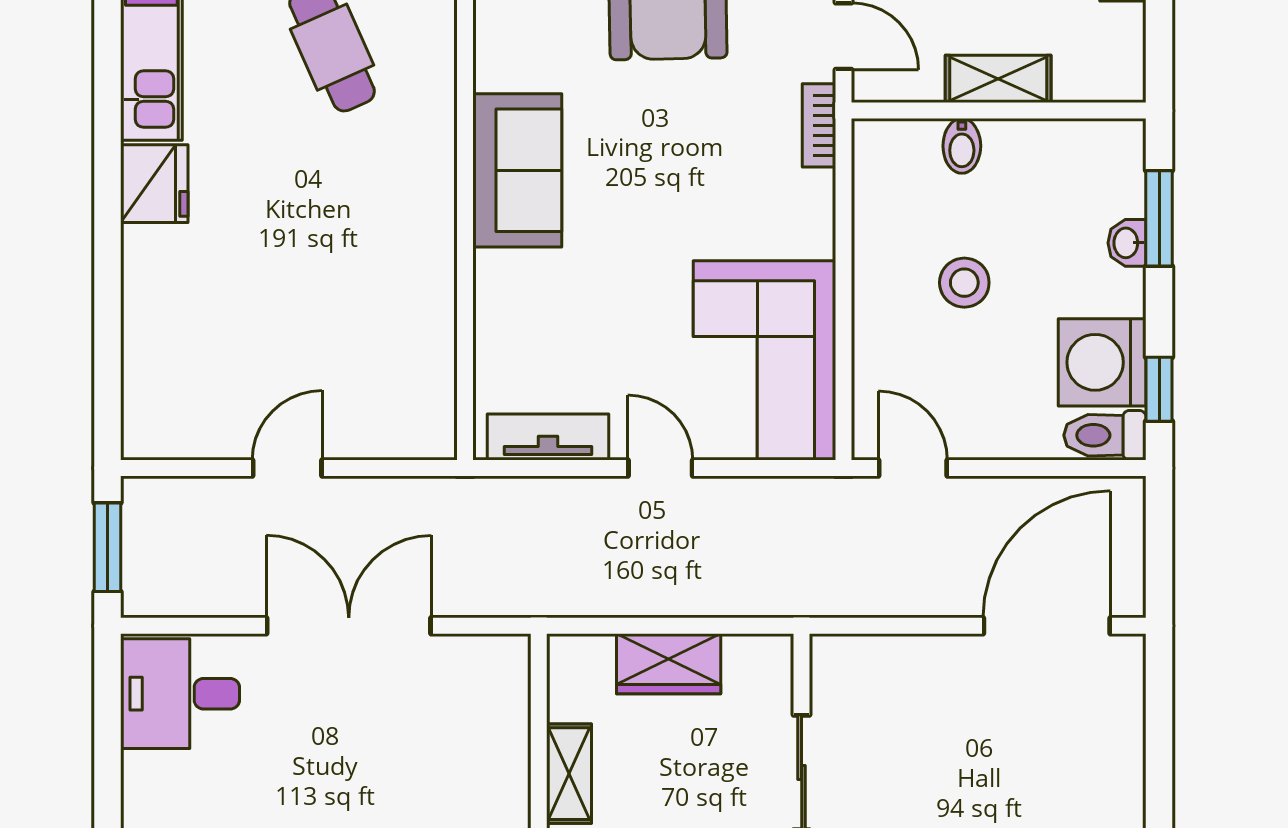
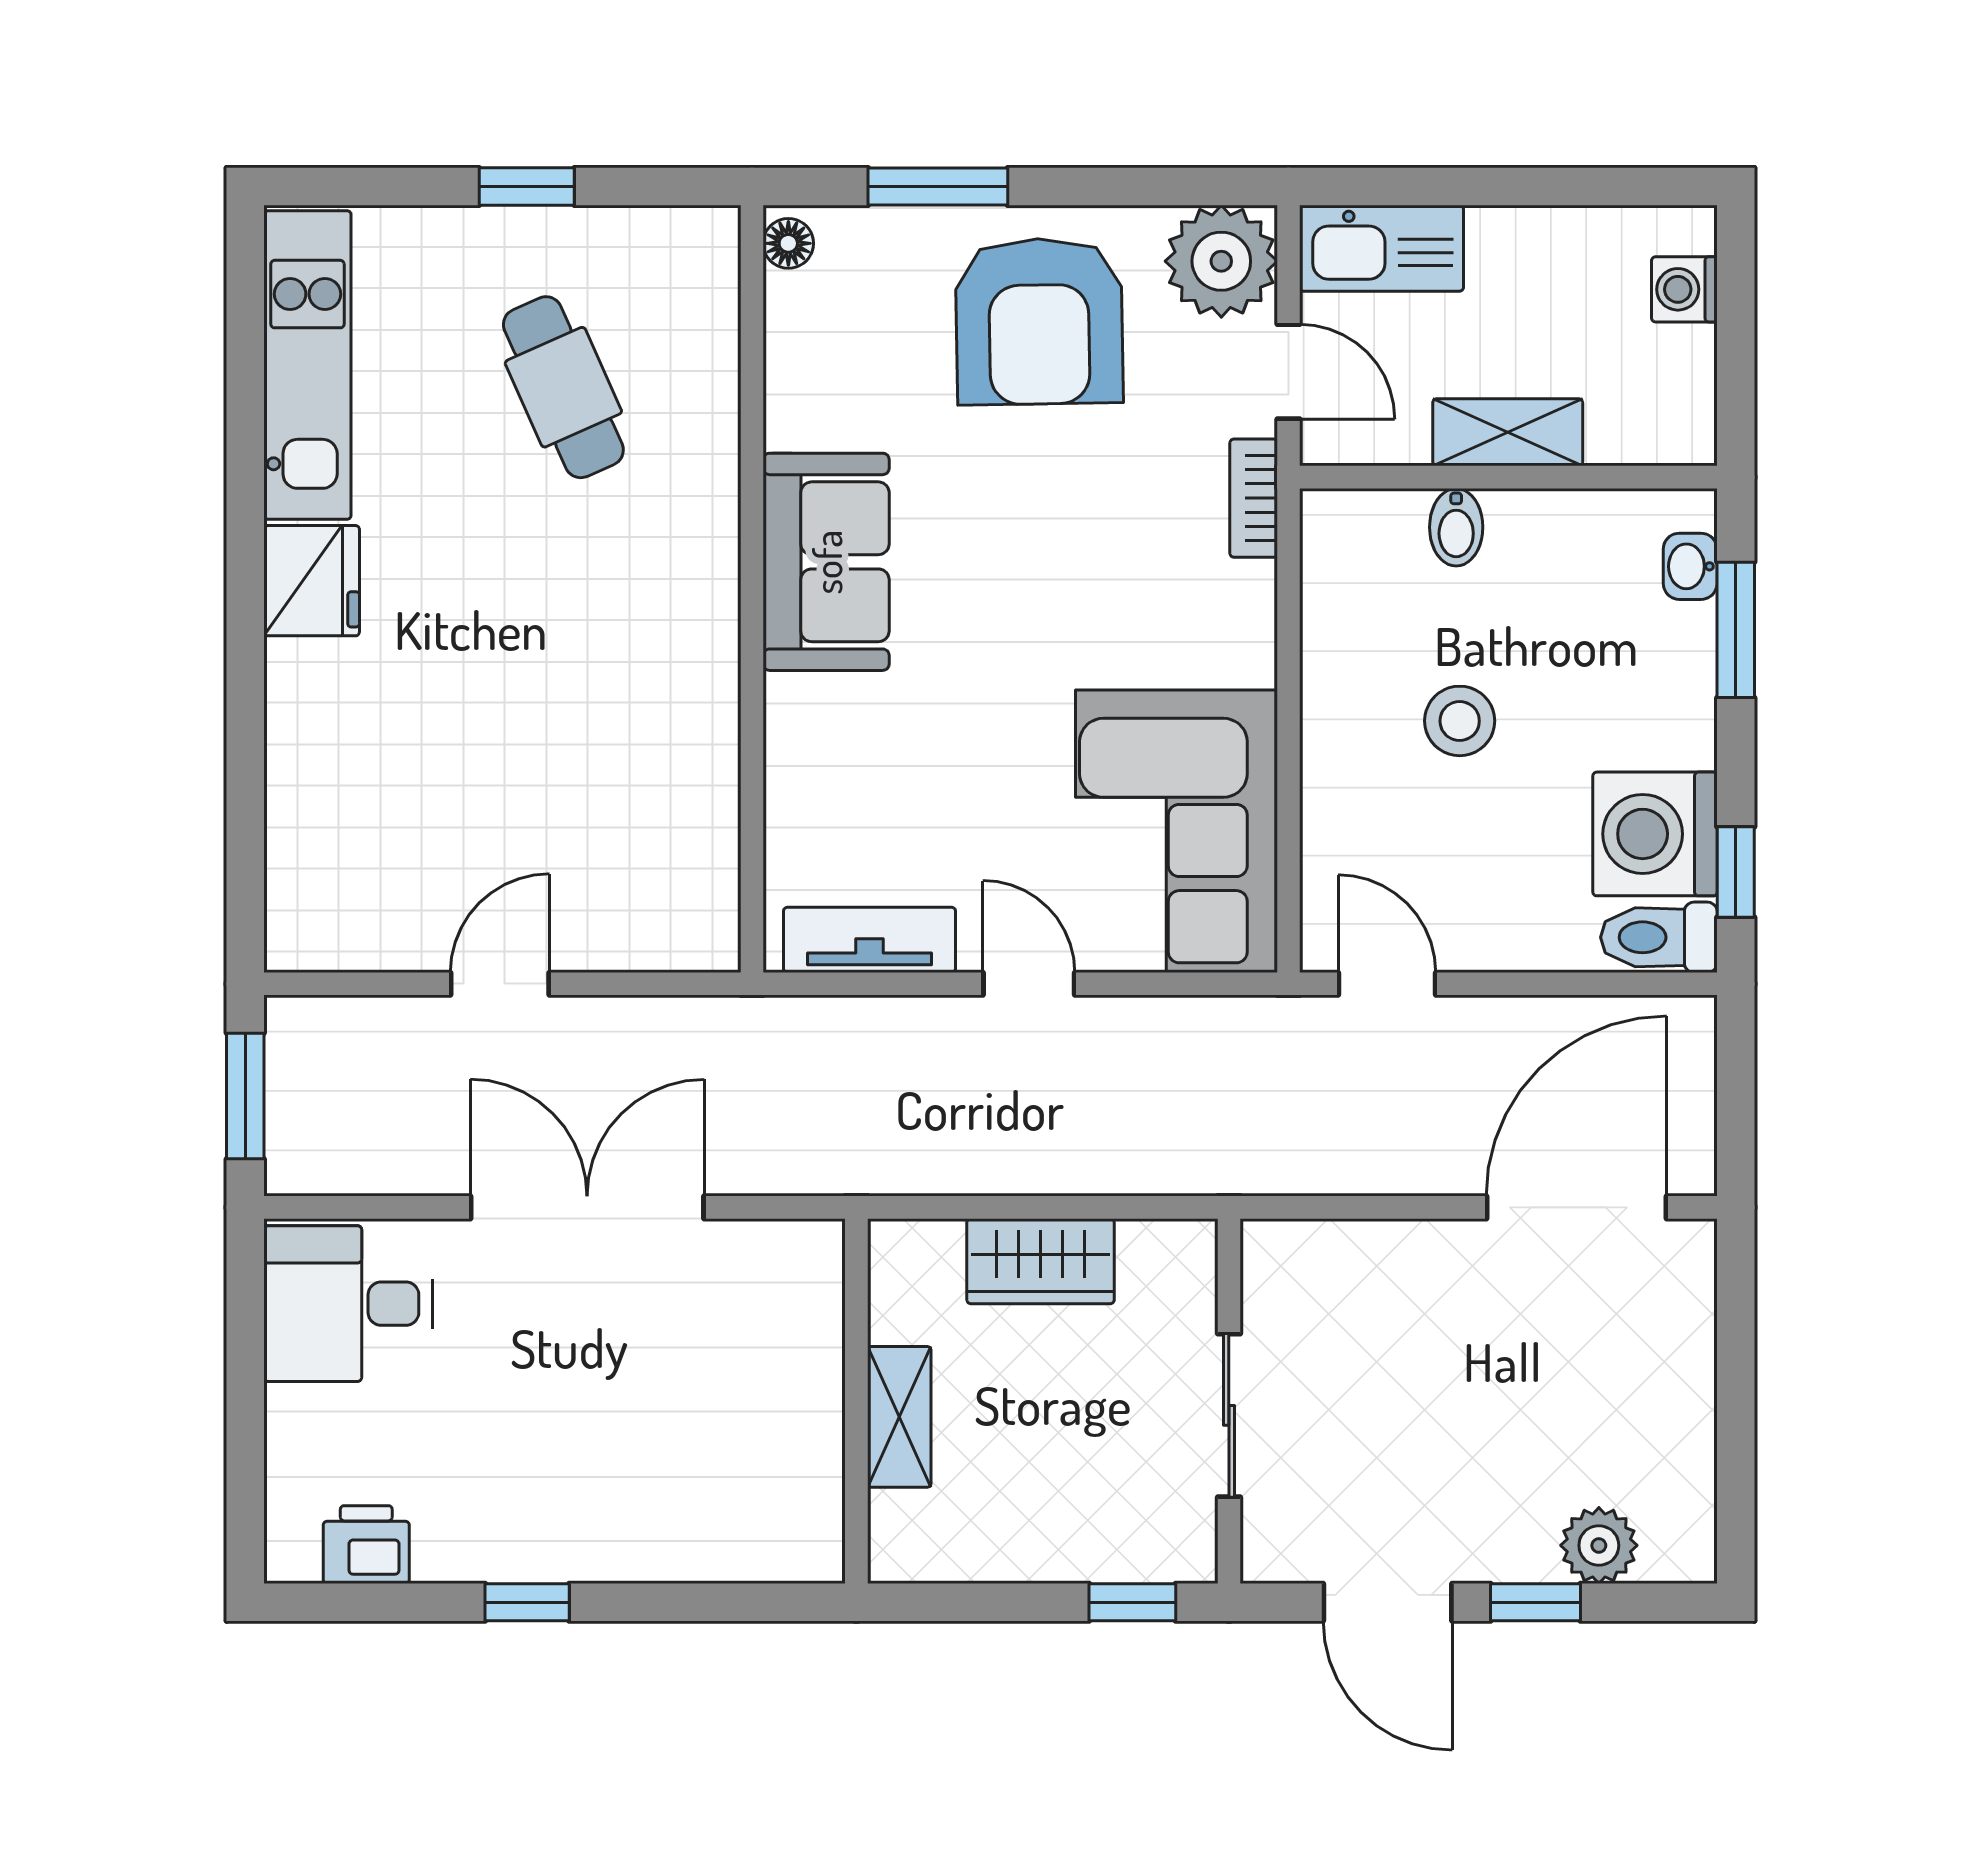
washbasin: (1127, 243) -> (1690, 566), moved

